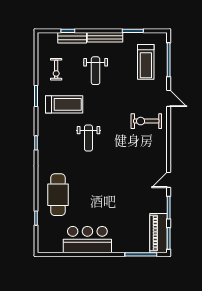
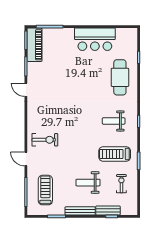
weight bench: (96, 71) -> (88, 183), turned -90
weight bench: (88, 138) -> (114, 121), moved, turned -90
door: (169, 180) -> (26, 90), swing flipped

